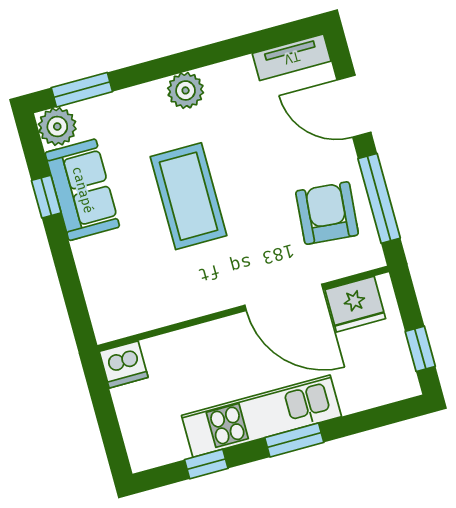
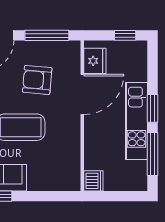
armchair: (327, 213) -> (37, 80), moved
window: (206, 464) -> (152, 154), width x2.17

